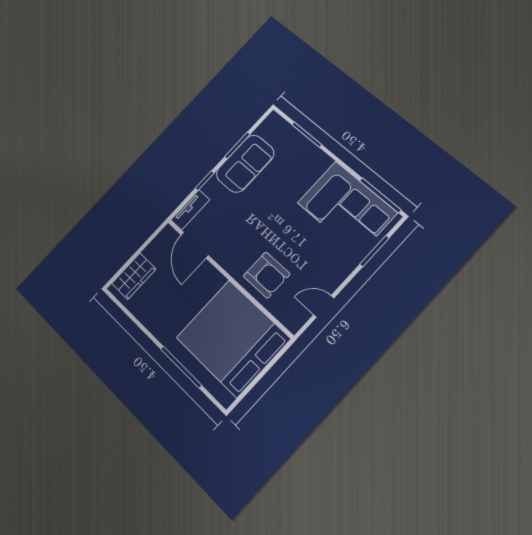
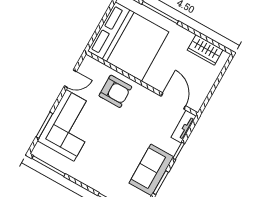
corner sofa: (347, 208) -> (70, 125), moved, turned 90
armchair: (267, 275) -> (115, 91), turned 180
wardrobe: (134, 276) -> (205, 50), moved, turned -90

